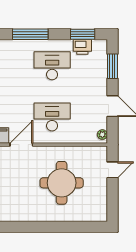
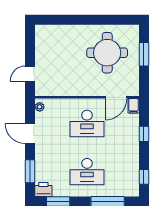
printer: (82, 47) -> (43, 190), moved
round table: (62, 183) -> (107, 53), moved

